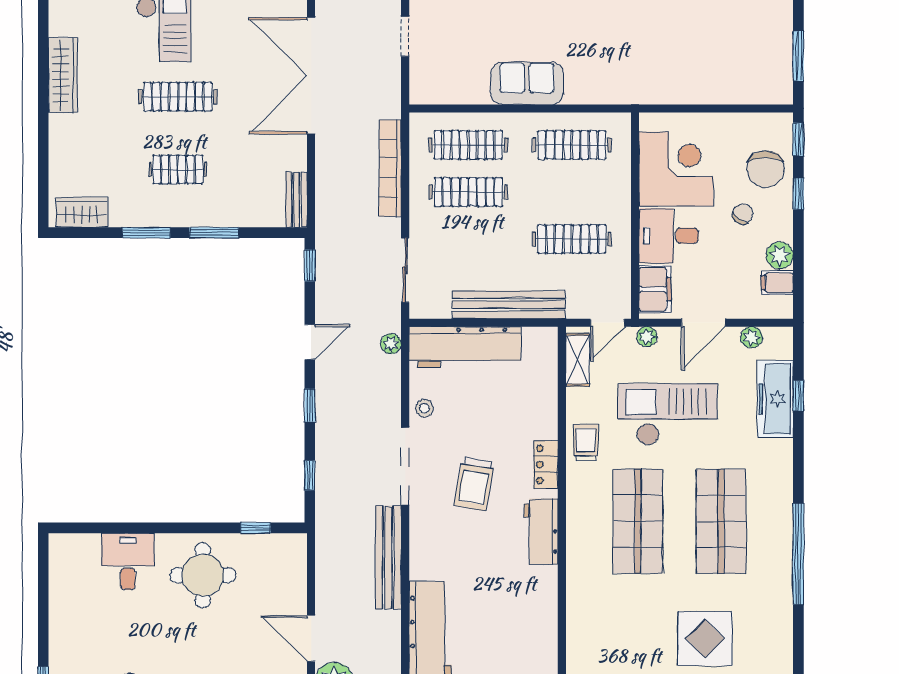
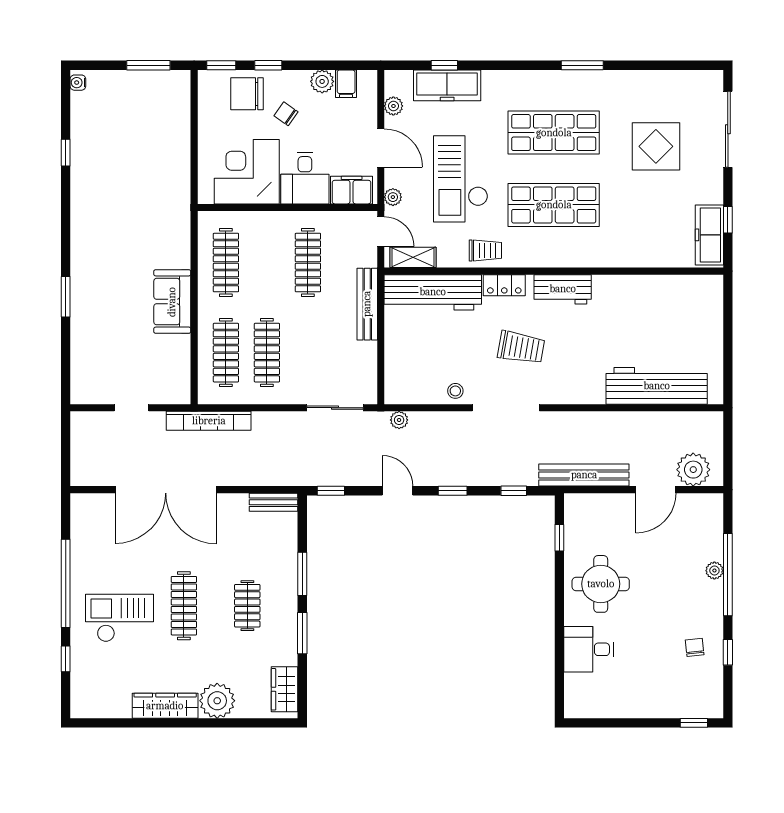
plant: (69, 135) -> (217, 701), added
bookcase: (390, 168) -> (209, 421), moved
chair: (766, 169) -> (247, 94), turned 180
bench: (509, 305) -> (367, 304), width x0.73, depth x0.82
workbench: (465, 347) -> (433, 292), moved, turned 90
trolley: (586, 443) -> (485, 250), turned 180
window: (798, 554) -> (582, 65), width x0.47
bench: (388, 557) -> (584, 475), moved

